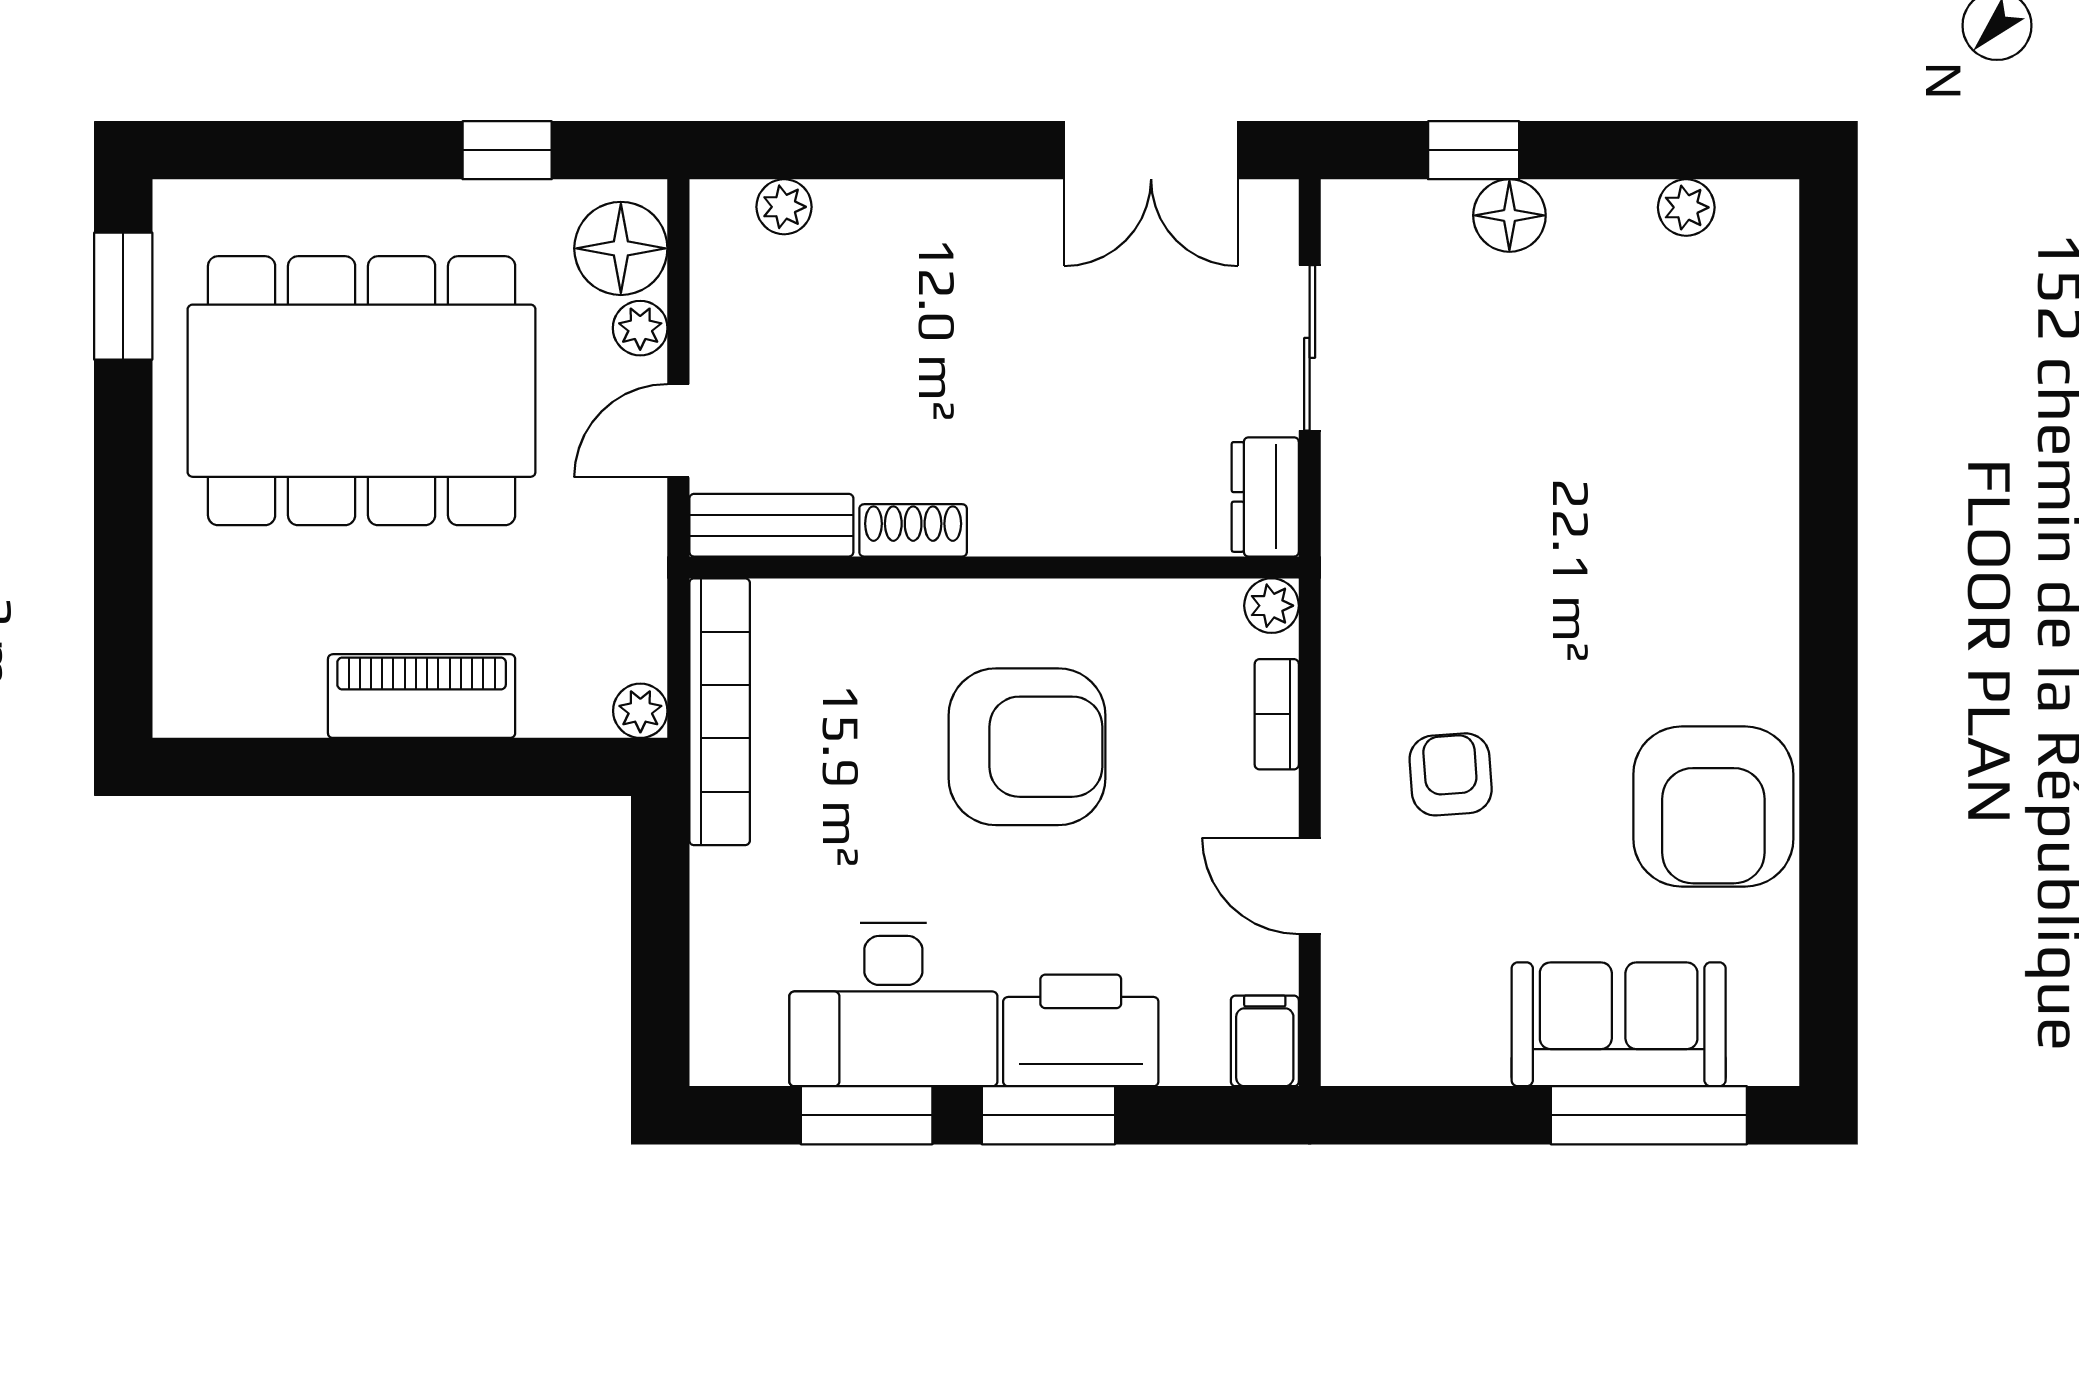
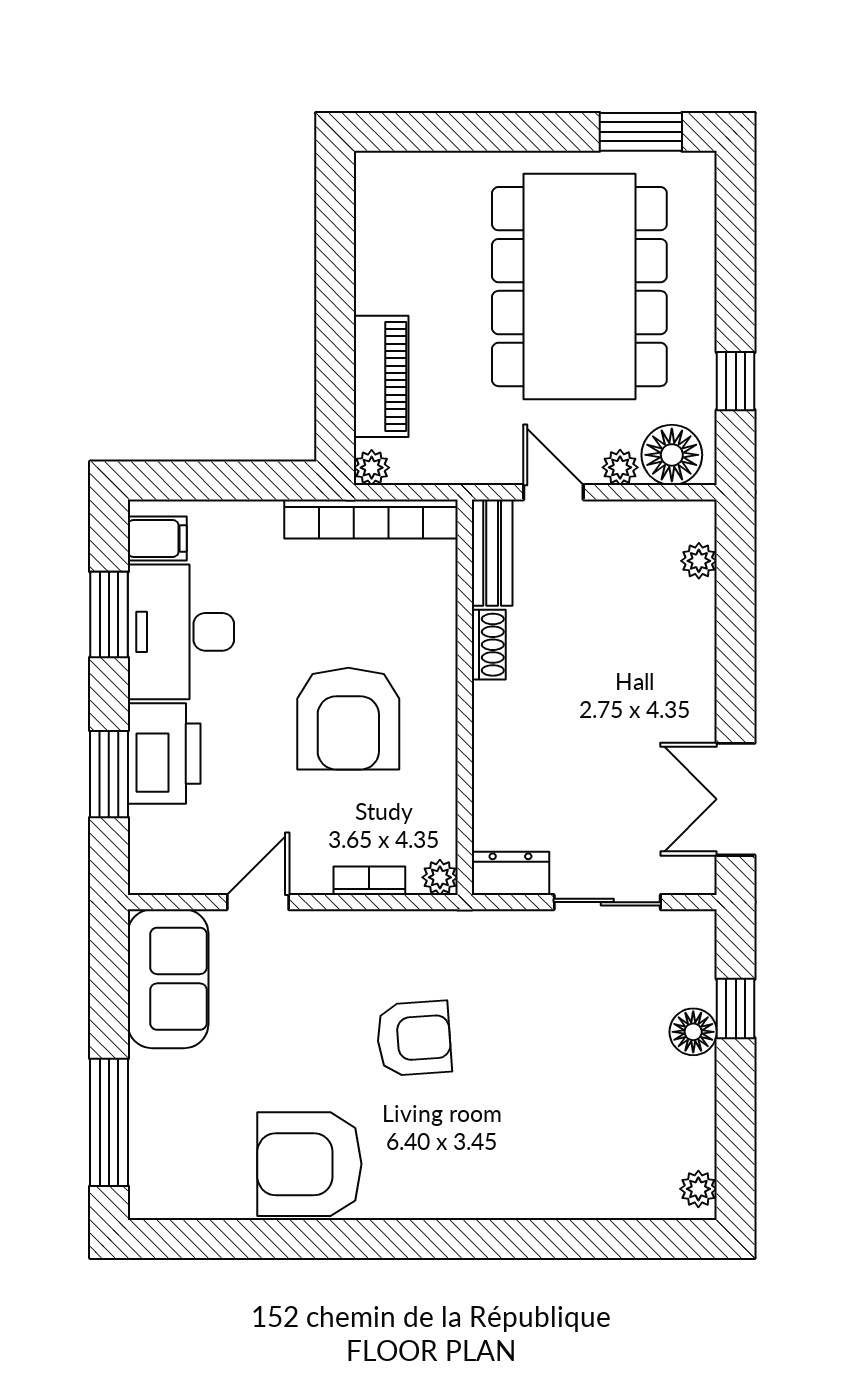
plant: (1686, 207) -> (698, 1189), moved
piano: (422, 696) -> (381, 376), moved
armchair: (1451, 774) -> (414, 1038), moved, width x1.38, depth x1.38
sofa: (1619, 1024) -> (168, 979), moved
filing cabinet: (1265, 1041) -> (157, 539), moved
window: (1048, 1115) -> (109, 774), moved

